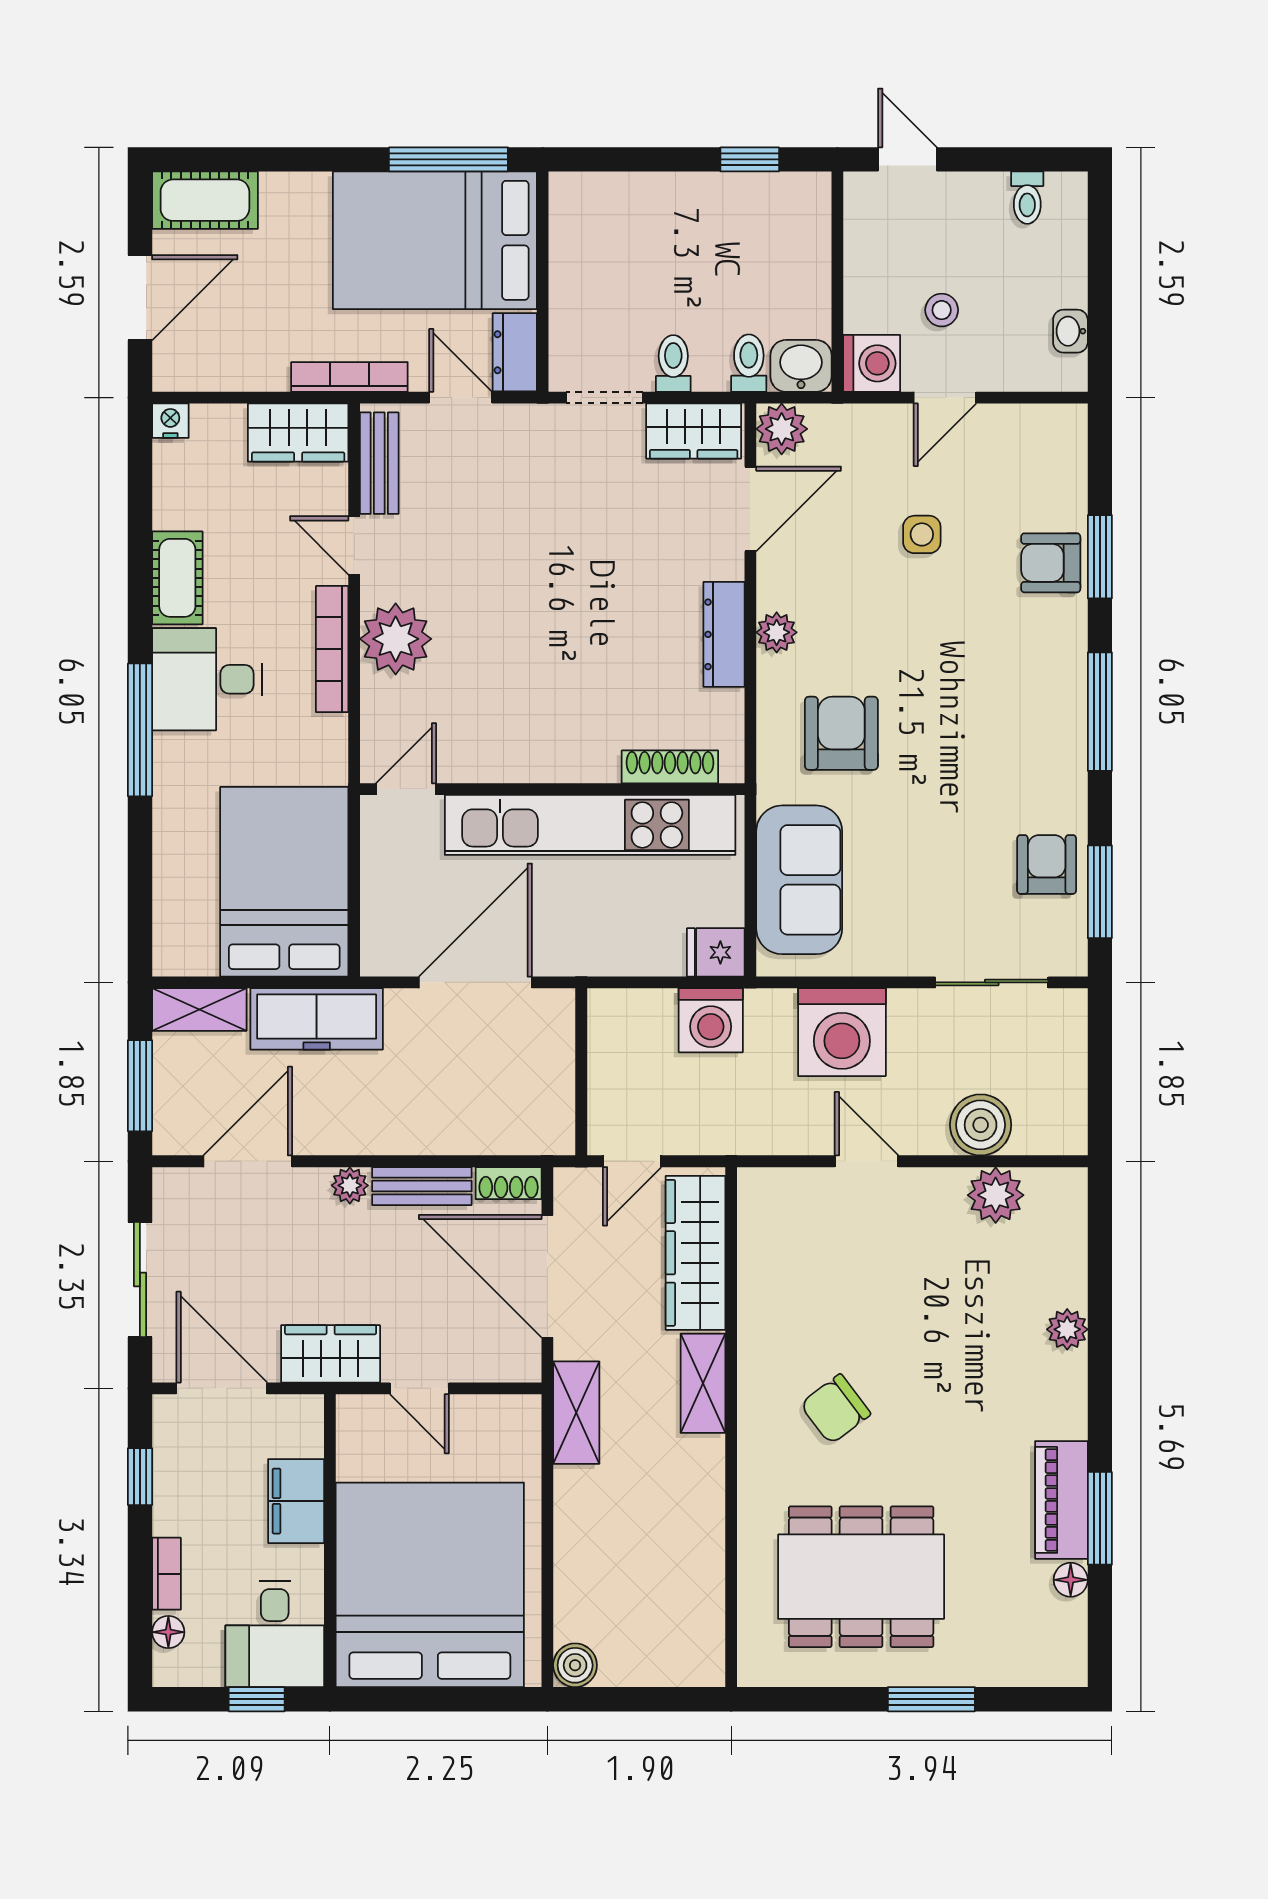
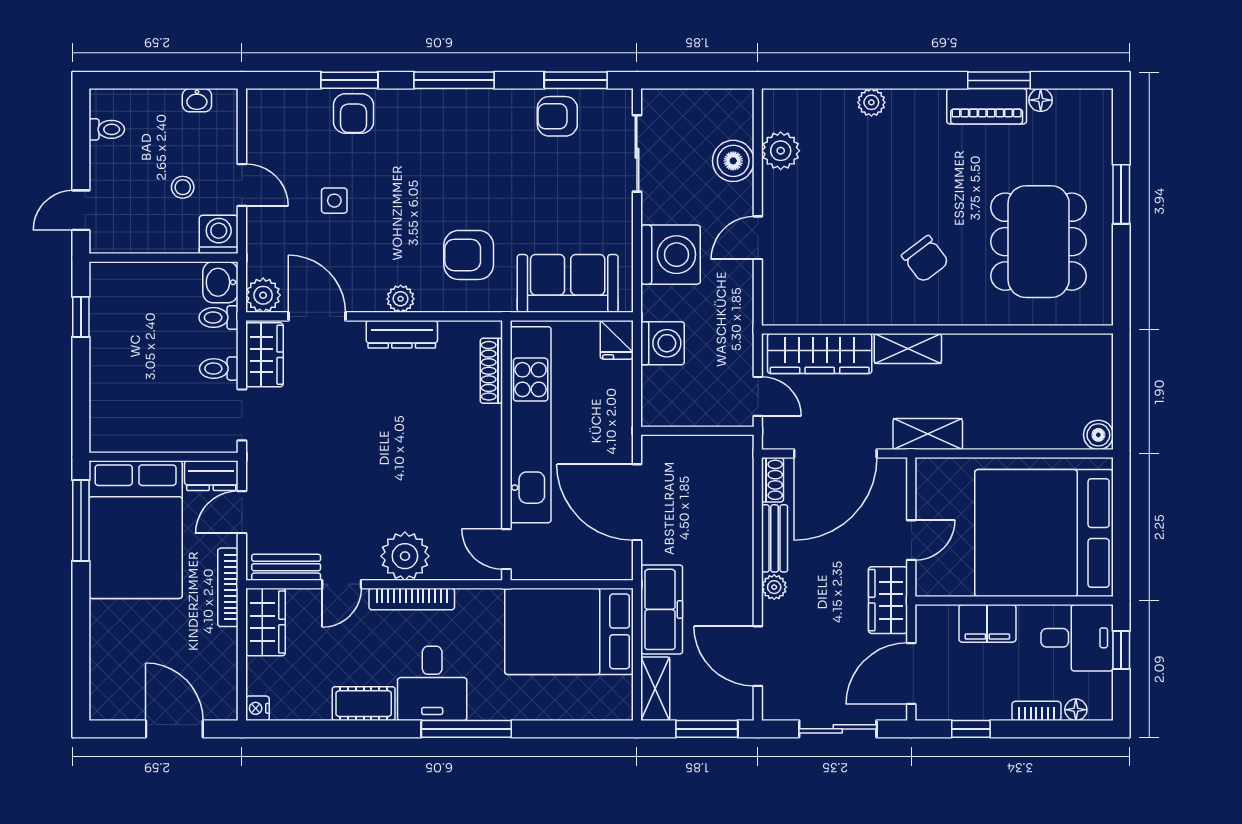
cot: (205, 200) -> (108, 685), removed

